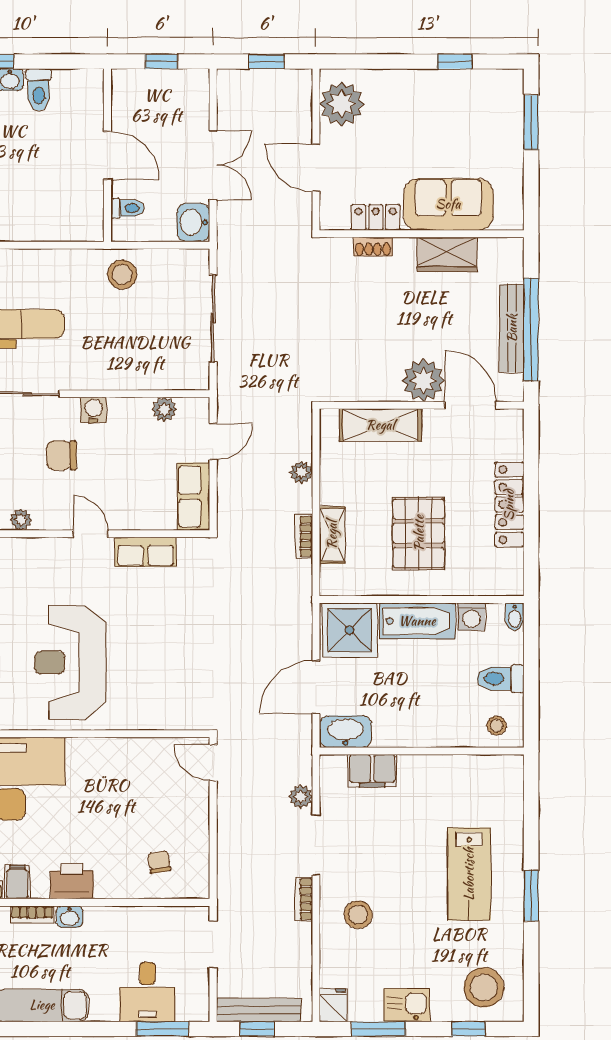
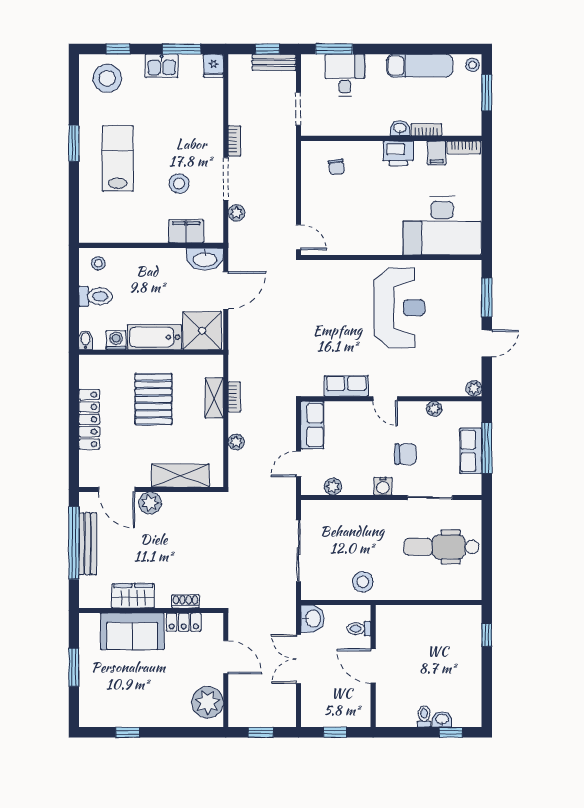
toilet: (39, 90) -> (424, 716), width x0.73, depth x0.72
window: (531, 122) -> (74, 667), moved
plant: (423, 380) -> (150, 503), width x0.73, depth x0.73
stool: (358, 915) -> (179, 184), moved
bench: (259, 1010) -> (274, 62), width x0.73

